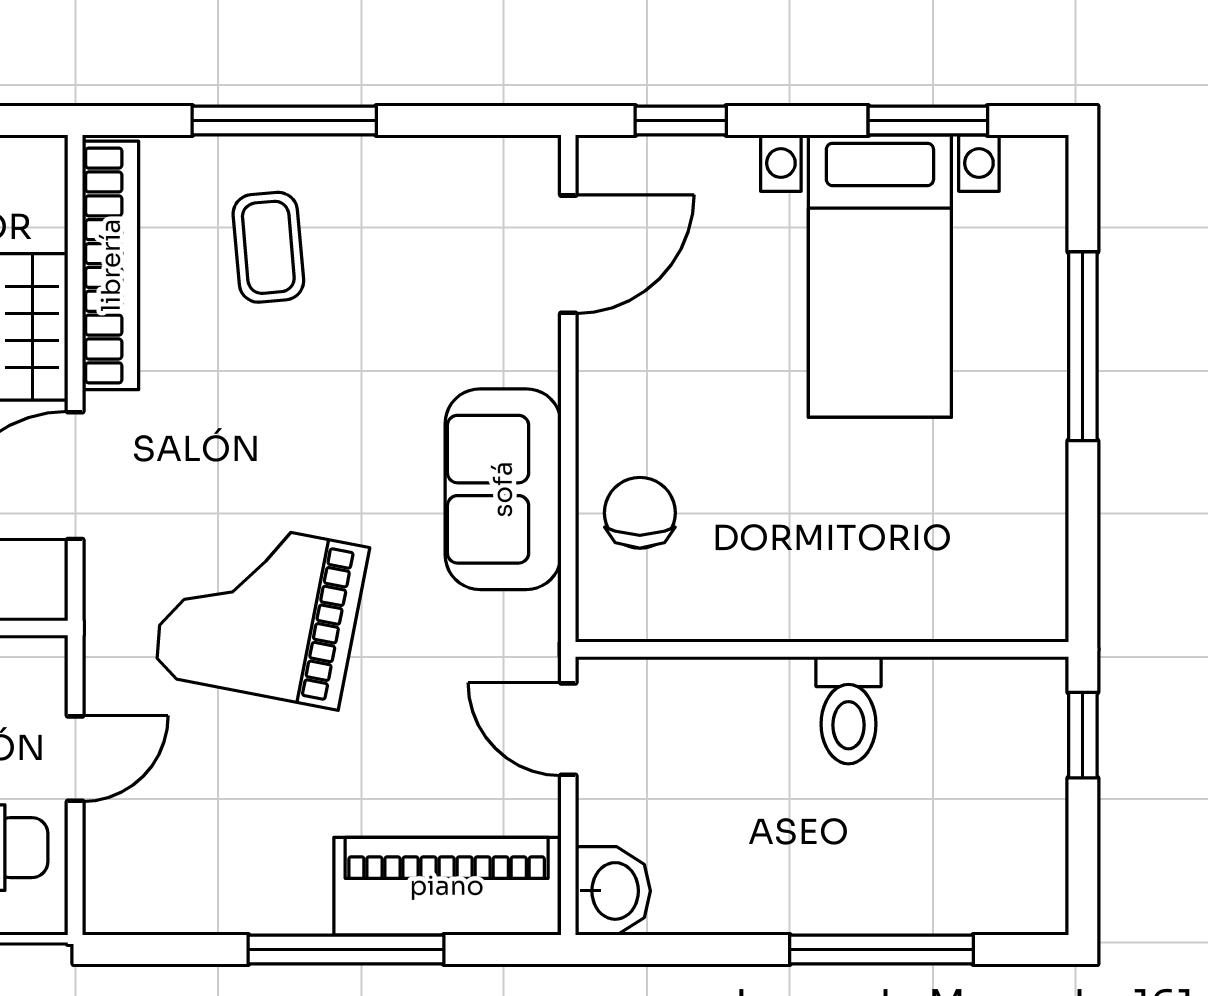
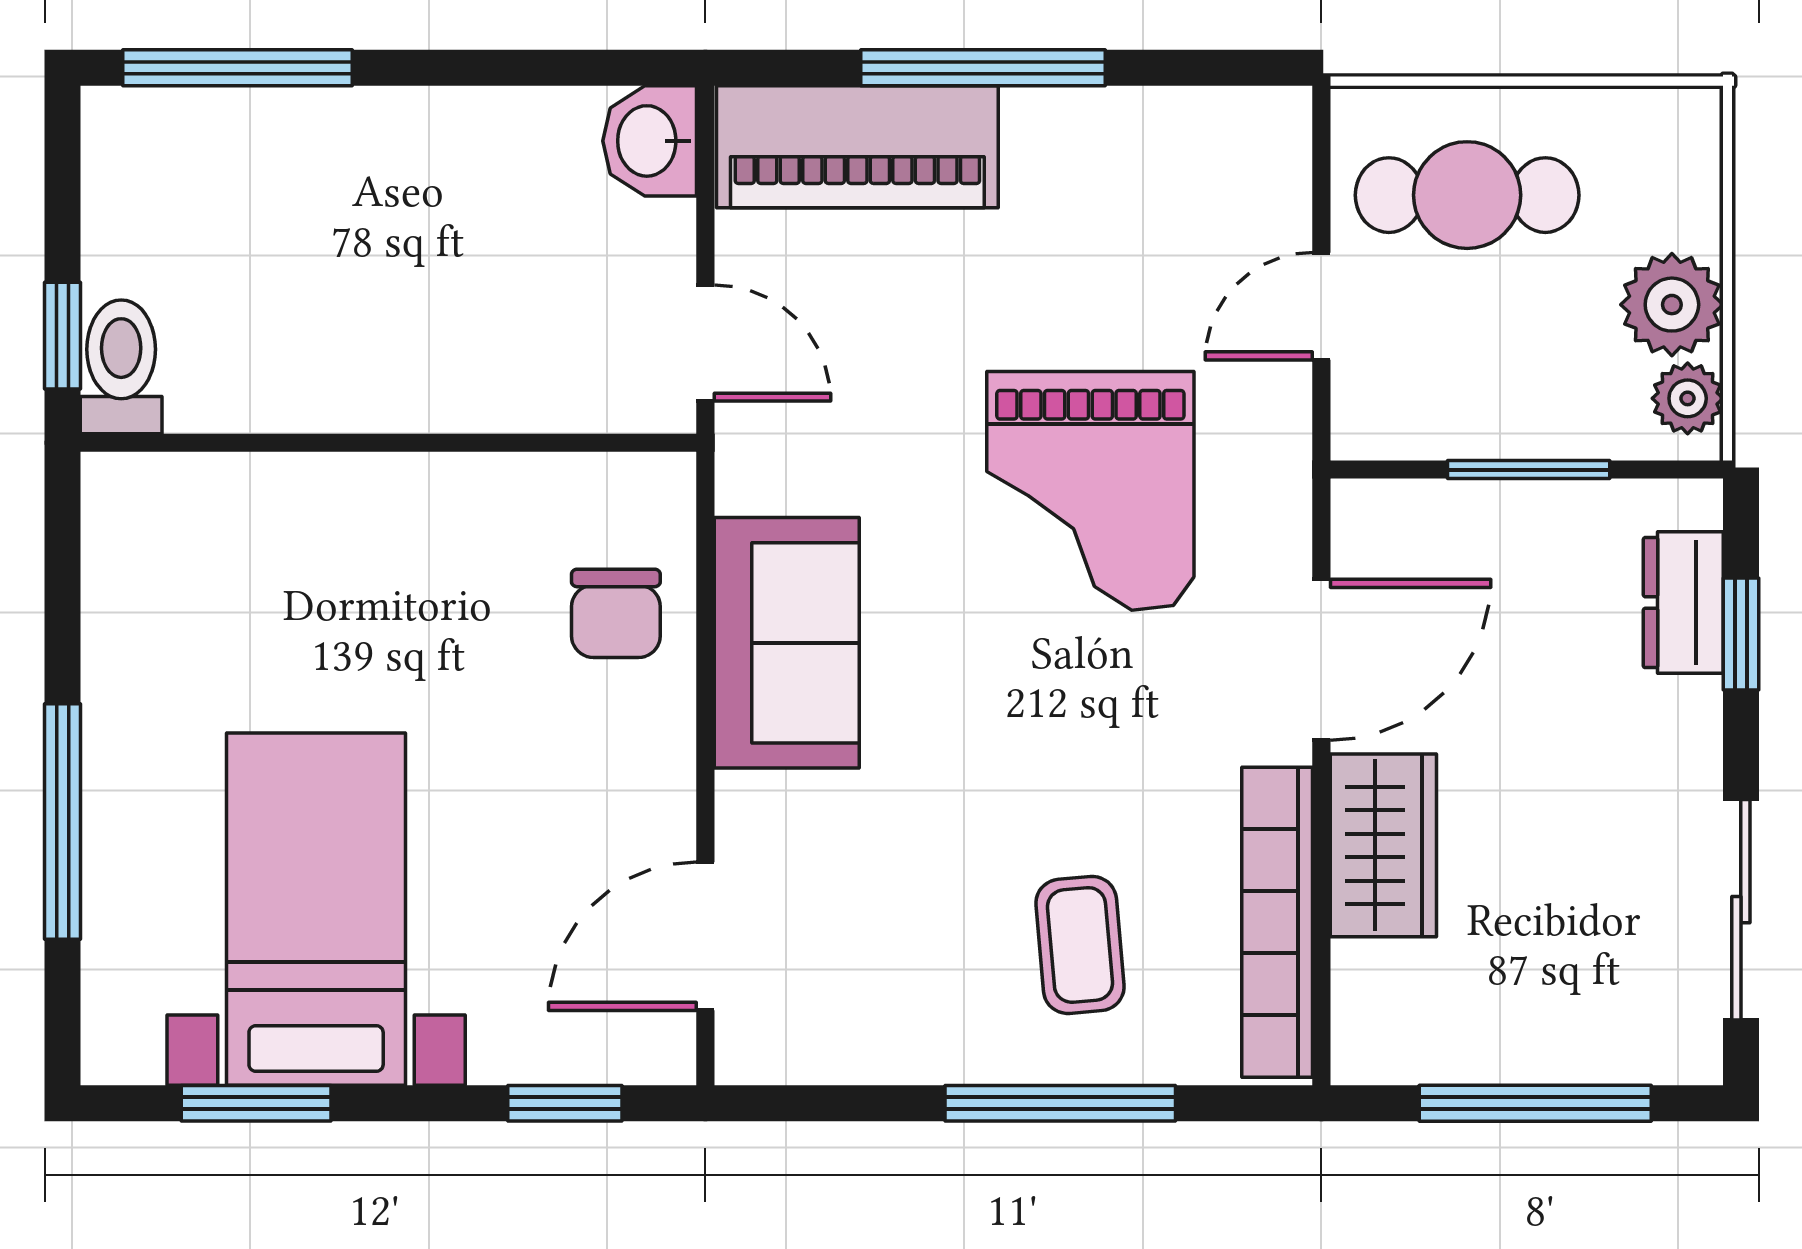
grand piano: (260, 611) -> (1090, 491), turned 79
toilet: (848, 710) -> (121, 367), moved
window: (881, 950) -> (237, 68), moved

